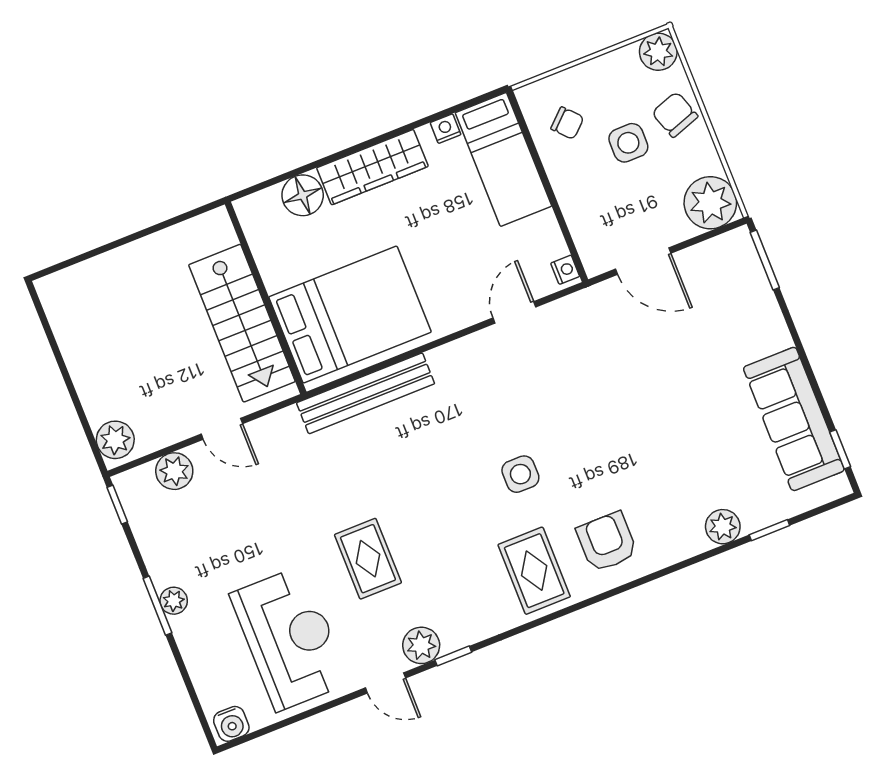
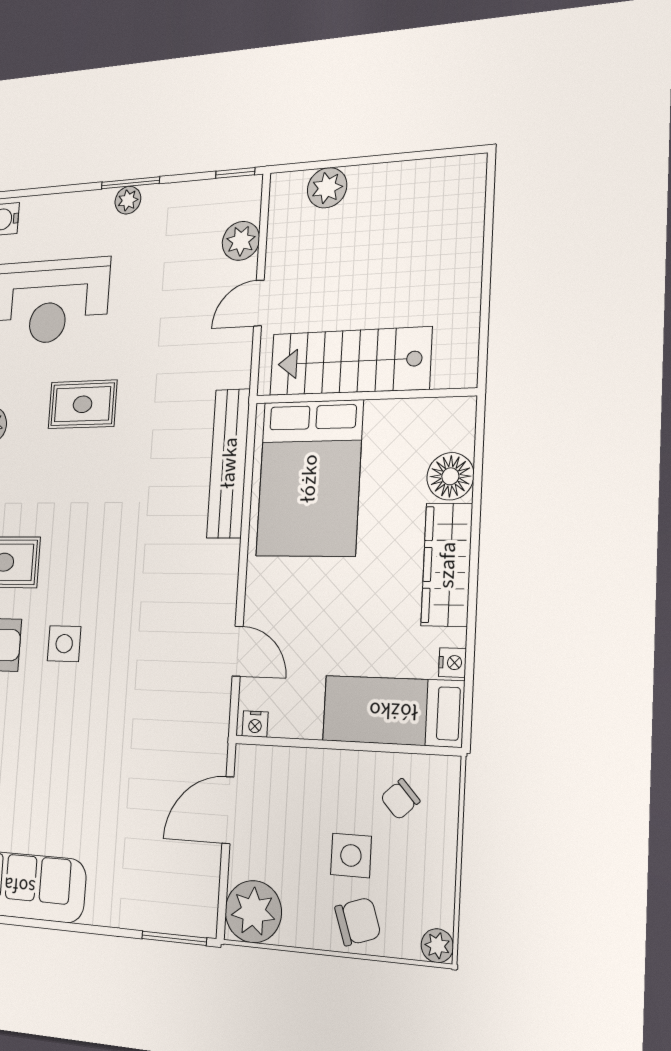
plant: (658, 52) -> (437, 946), width x0.73, depth x0.73
plant: (115, 440) -> (327, 188), moved
side table: (520, 474) -> (64, 644), moved

